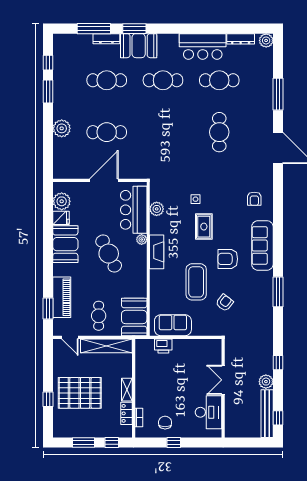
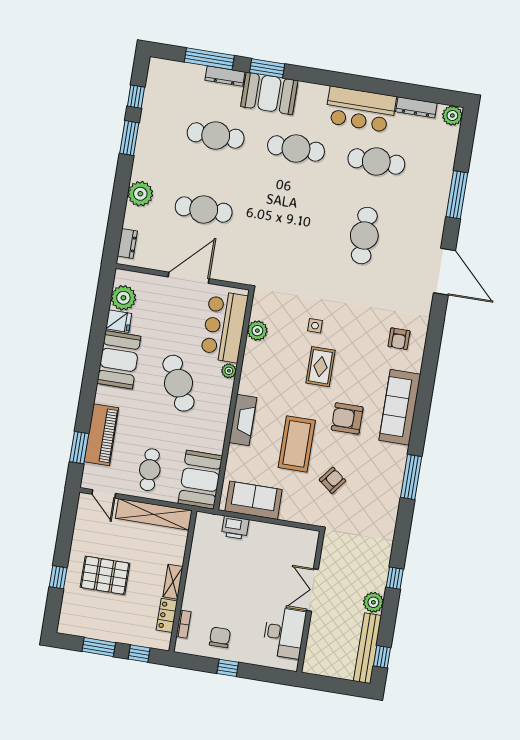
dresser: (58, 164) -> (127, 244), added
fireplace: (157, 252) -> (243, 420), moved
pallet: (80, 393) -> (105, 575), width x0.73, depth x0.71

